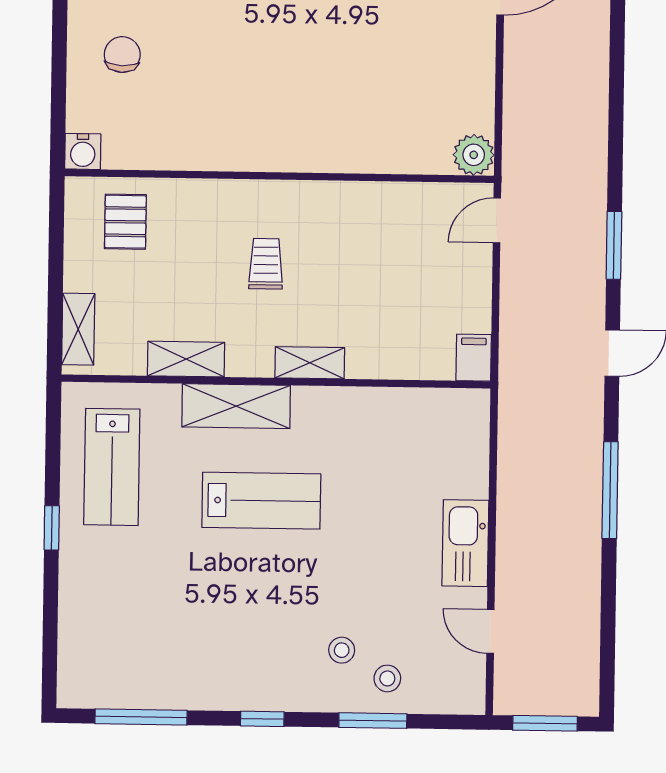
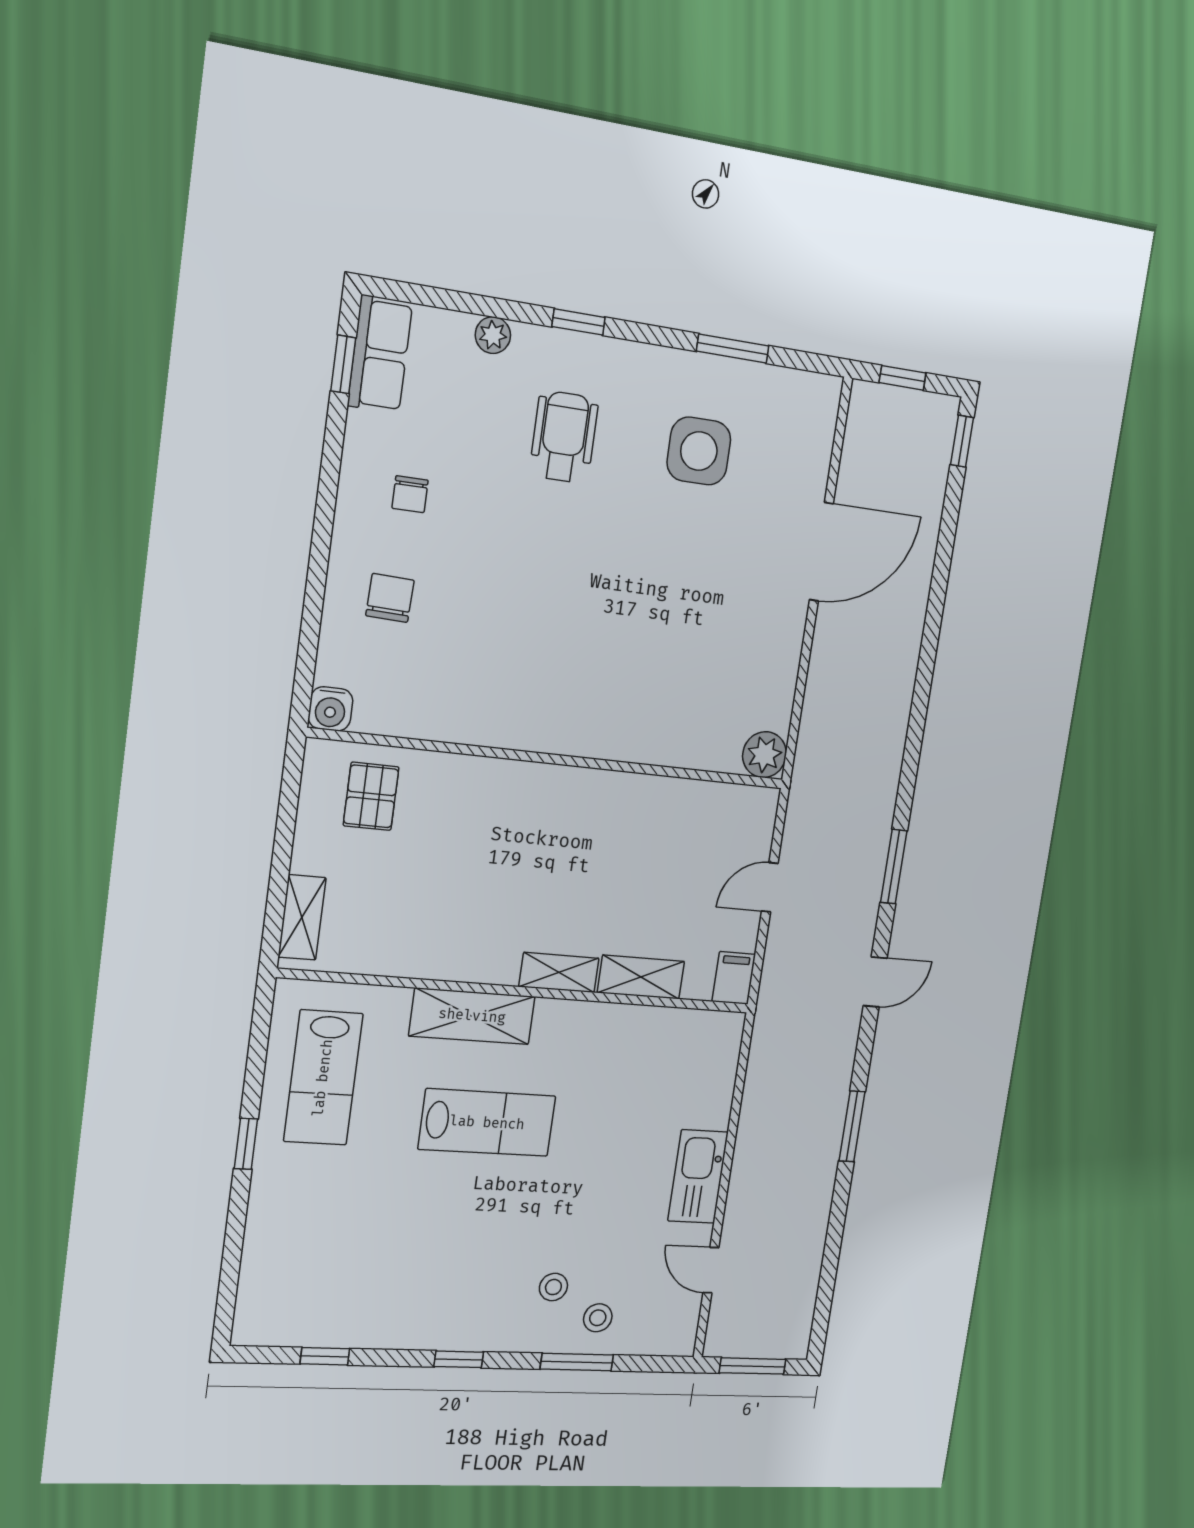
door: (497, 220) -> (770, 887), moved
trolley: (266, 264) -> (525, 858), removed
shelving: (186, 359) -> (641, 977), moved
window: (610, 490) -> (852, 1126), width x0.69
window: (141, 717) -> (325, 1356), width x0.46

